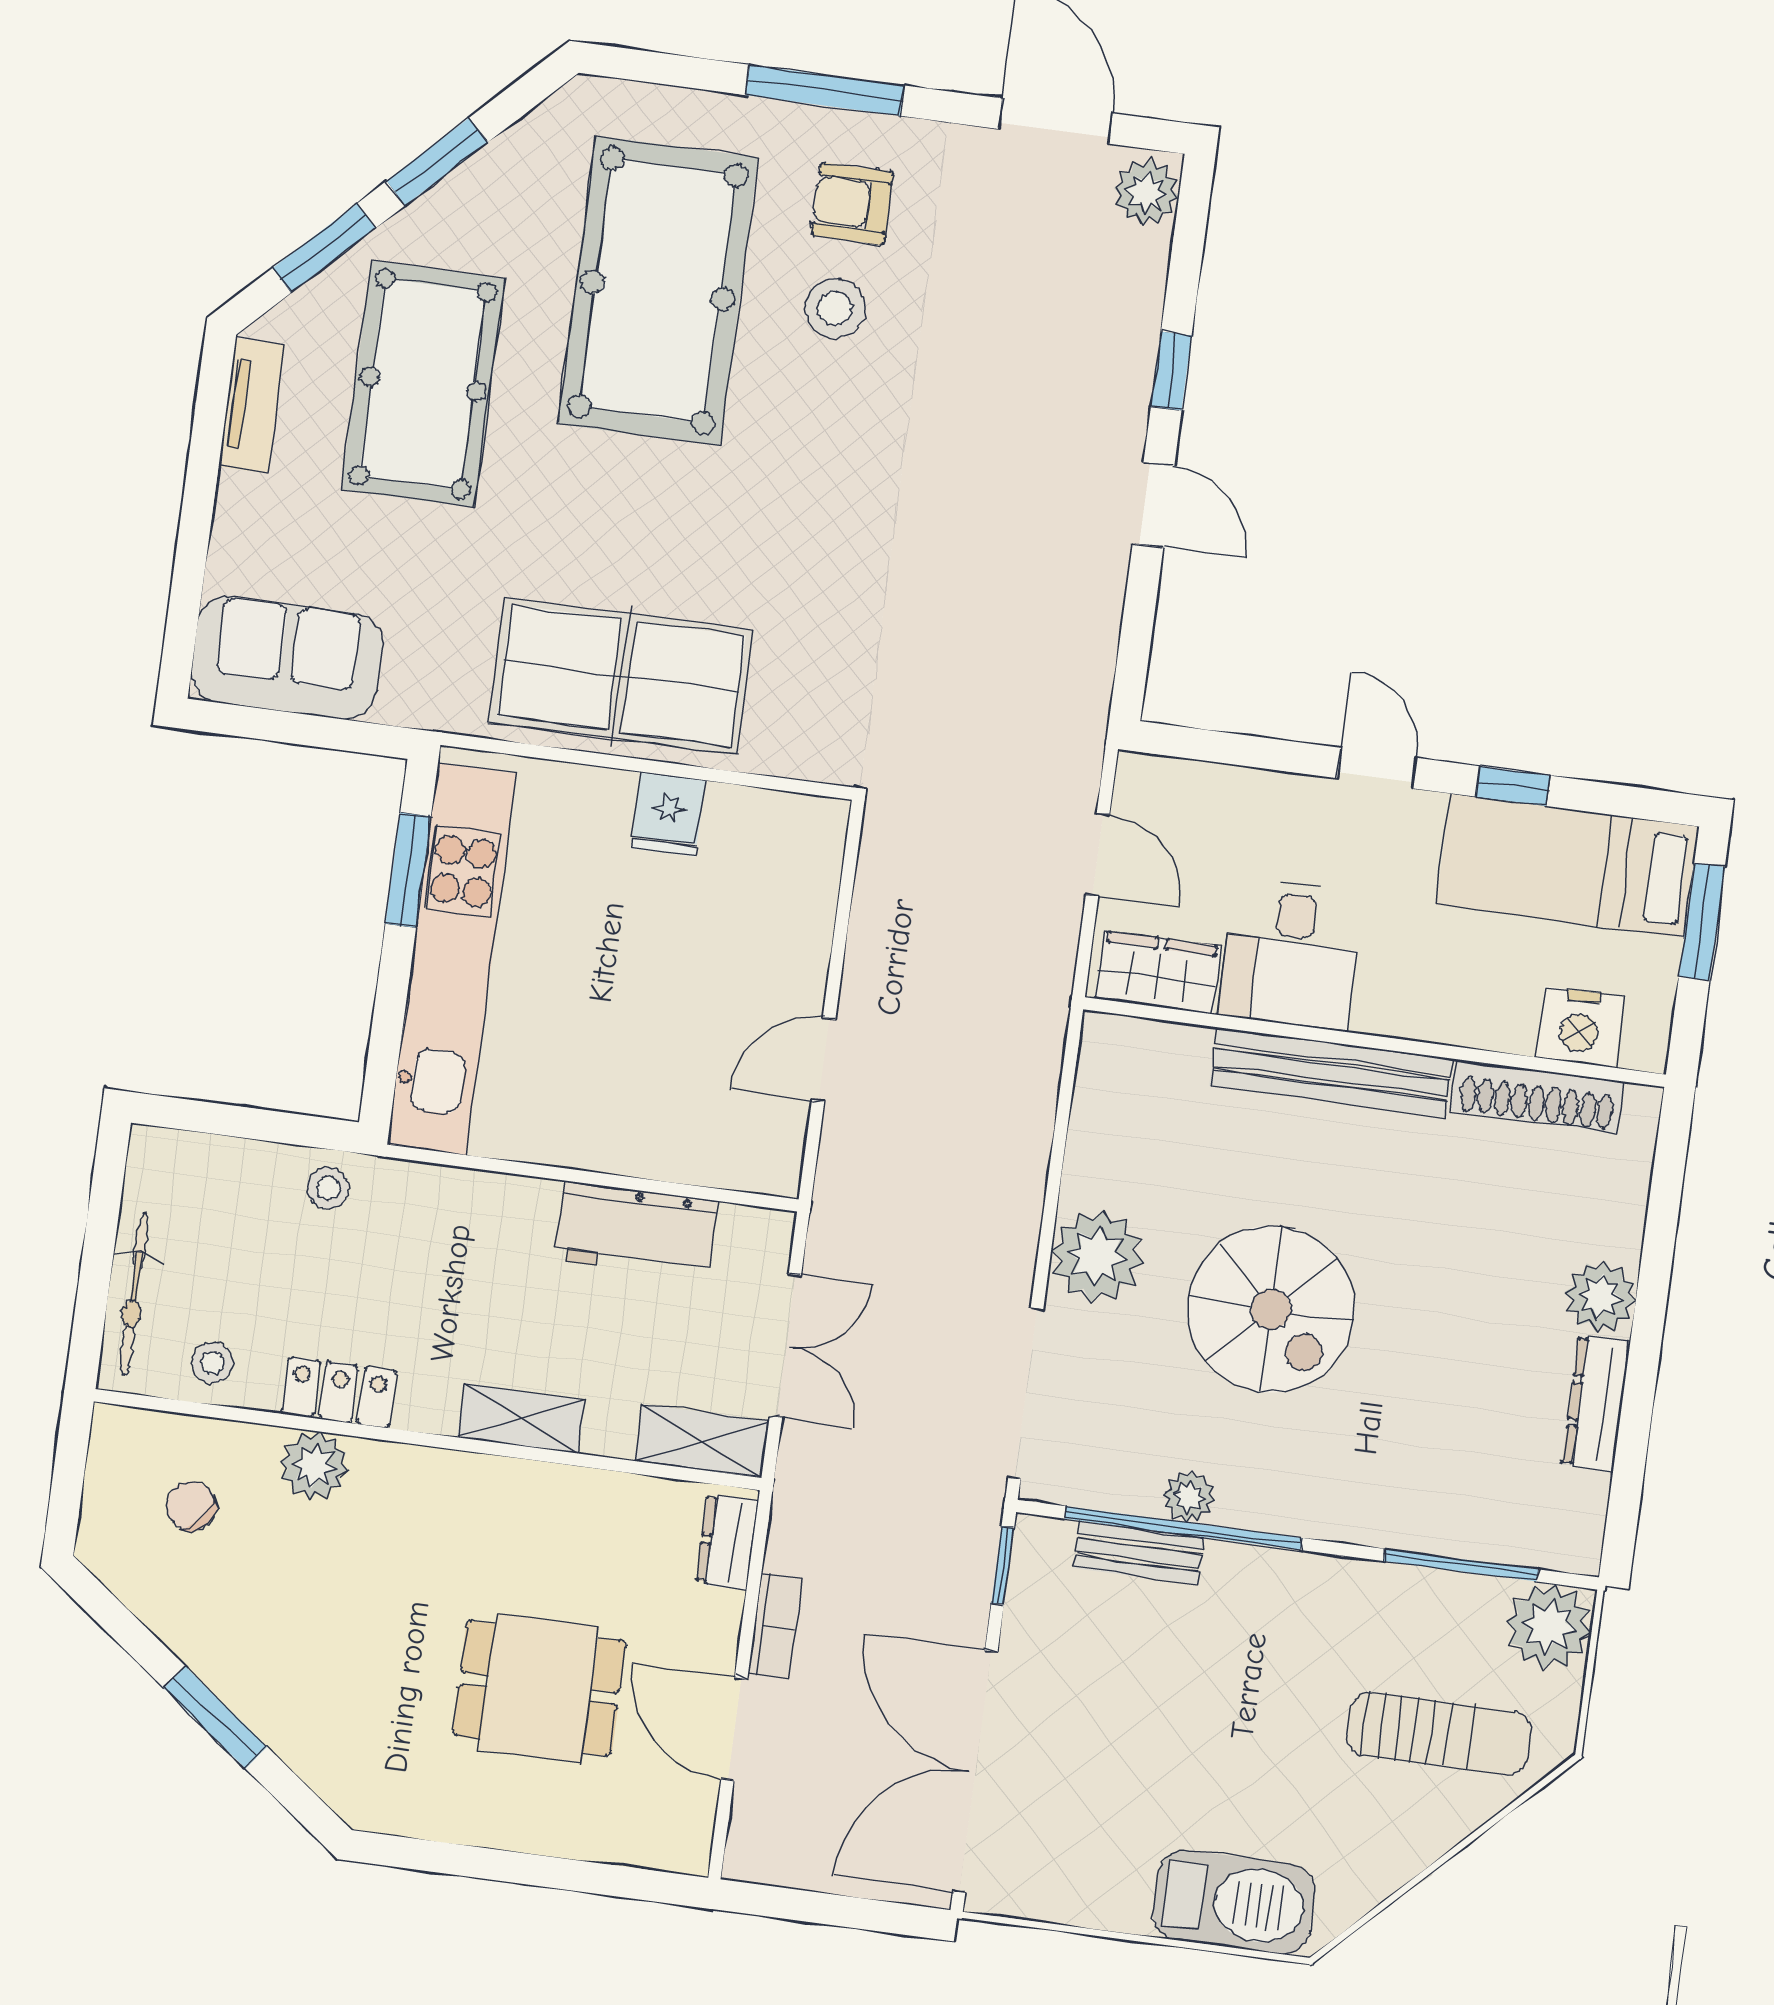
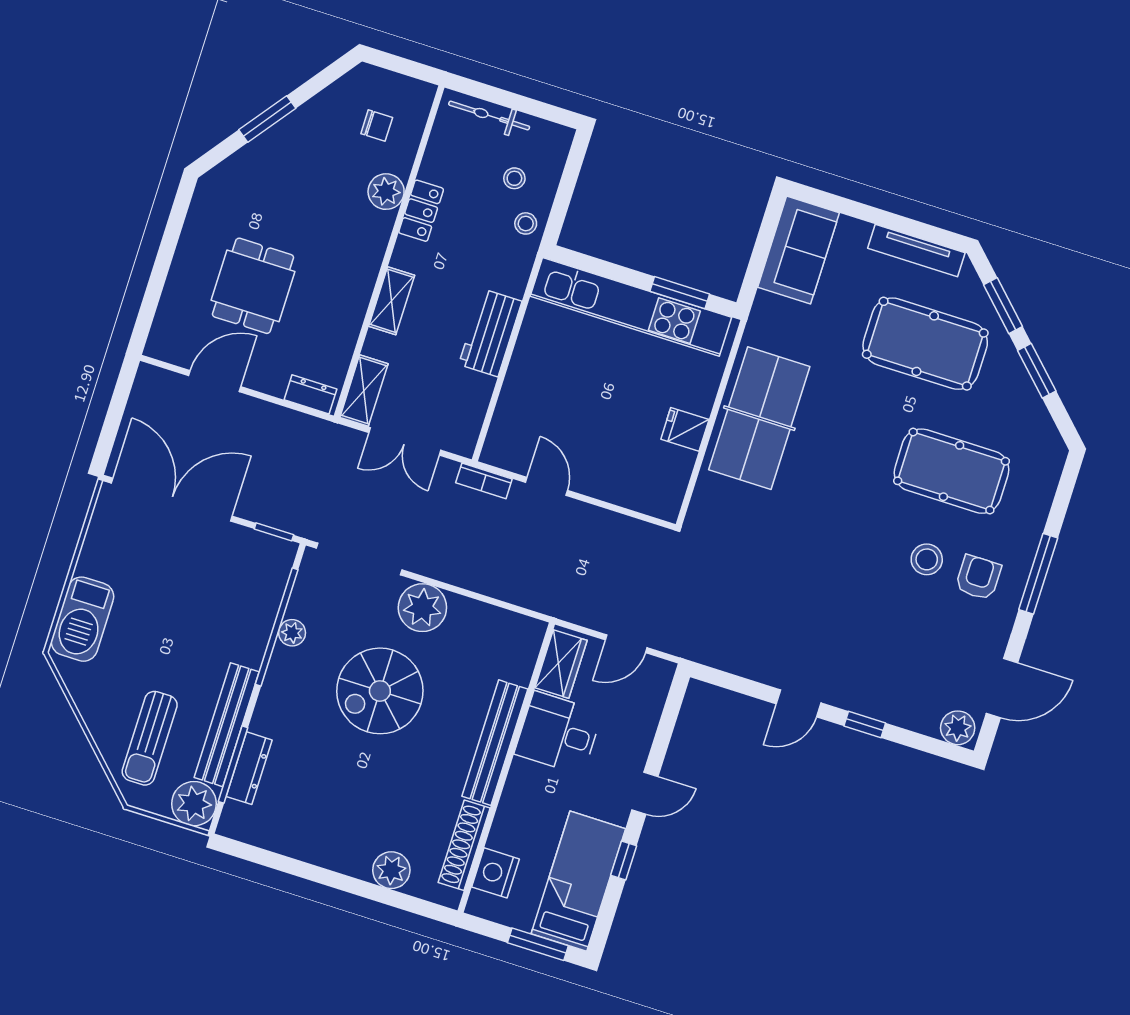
pool table: (658, 291) -> (952, 471), width x0.73, depth x0.76
tv unit: (252, 406) -> (916, 251), width x1.41
workbench: (636, 1230) -> (490, 333), moved
plant: (1600, 1296) -> (391, 870), moved
stool: (213, 1363) -> (514, 178), moved
dresser: (1596, 1404) -> (249, 768), moved, turned 90
chair: (191, 1506) -> (377, 126), turned 52
bench: (1139, 1553) -> (227, 725), moved, width x1.86, depth x1.21
bookcase: (775, 1626) -> (484, 481), moved

